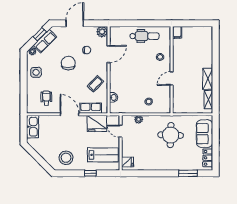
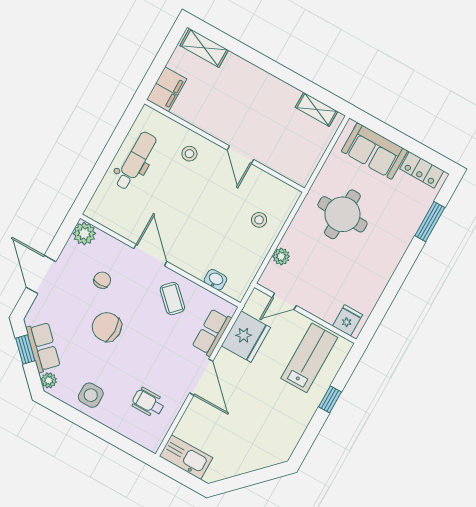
filing cabinet: (177, 32) -> (167, 89), width x2.00
door: (109, 54) -> (150, 255), moved
shelving: (208, 79) -> (204, 48), moved
door: (69, 114) -> (201, 377), swing flipped
stool: (66, 158) -> (277, 428), removed

